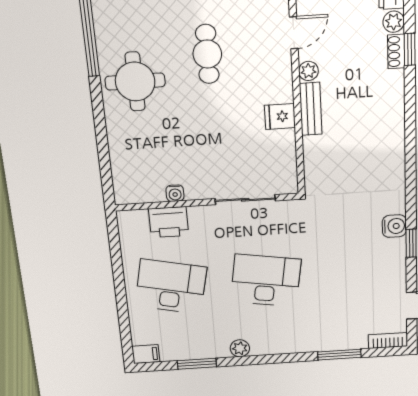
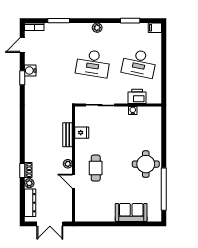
door: (294, 33) -> (74, 181), hinge flipped
cafe table: (207, 54) -> (96, 168), moved
bench: (311, 109) -> (68, 135), moved
fridge: (280, 116) -> (82, 133), moved
water cooler: (394, 226) -> (30, 71), moved
plant: (240, 348) -> (97, 28), moved

